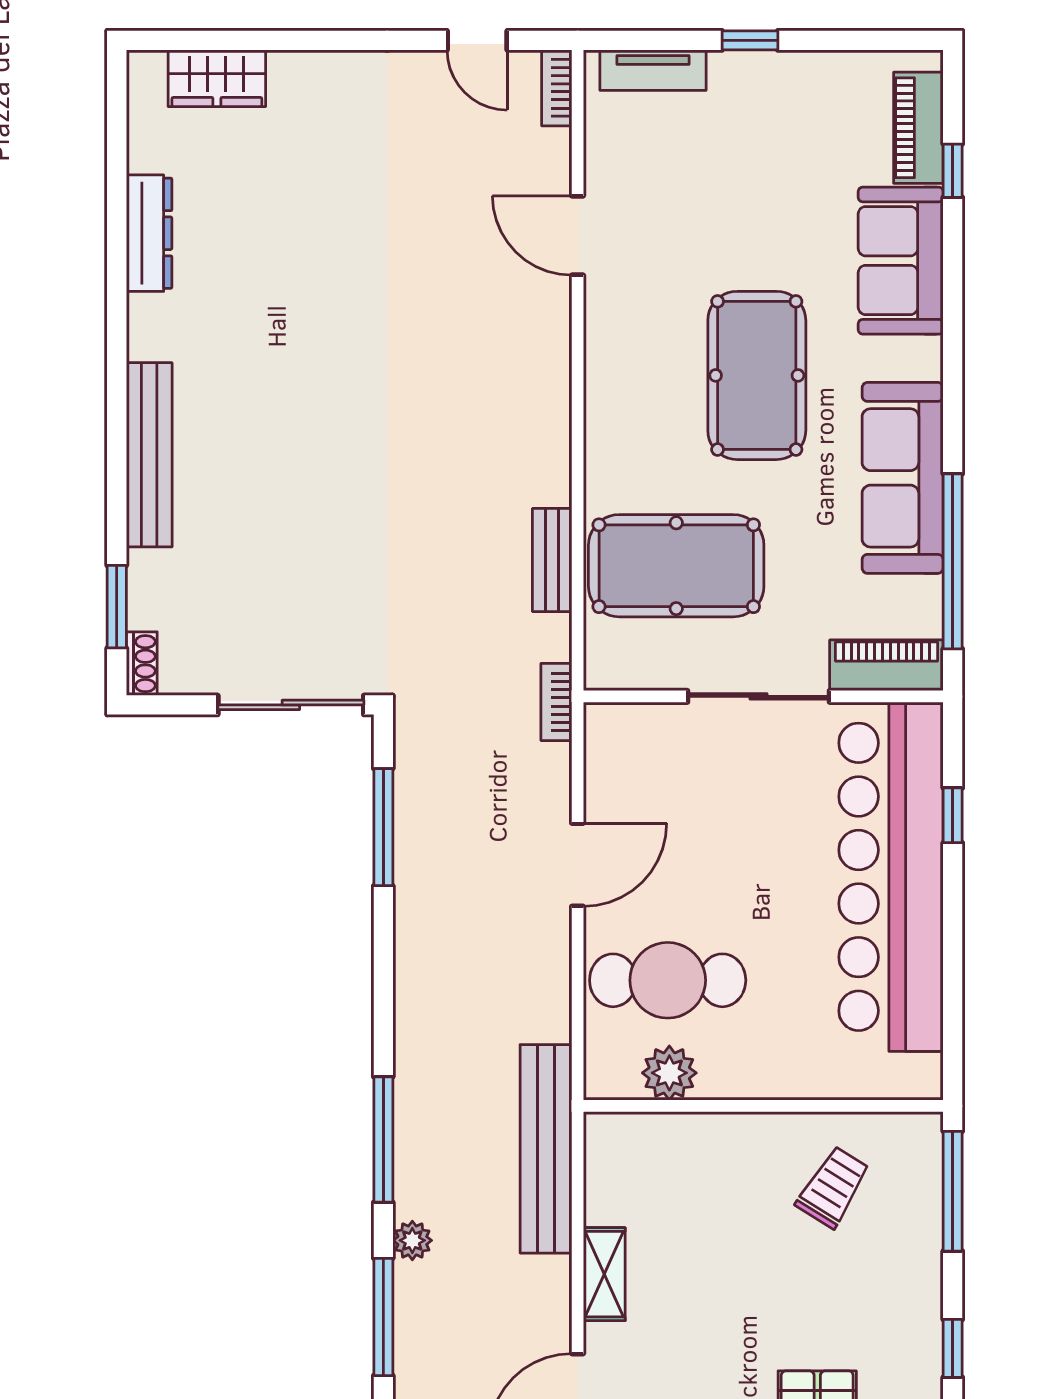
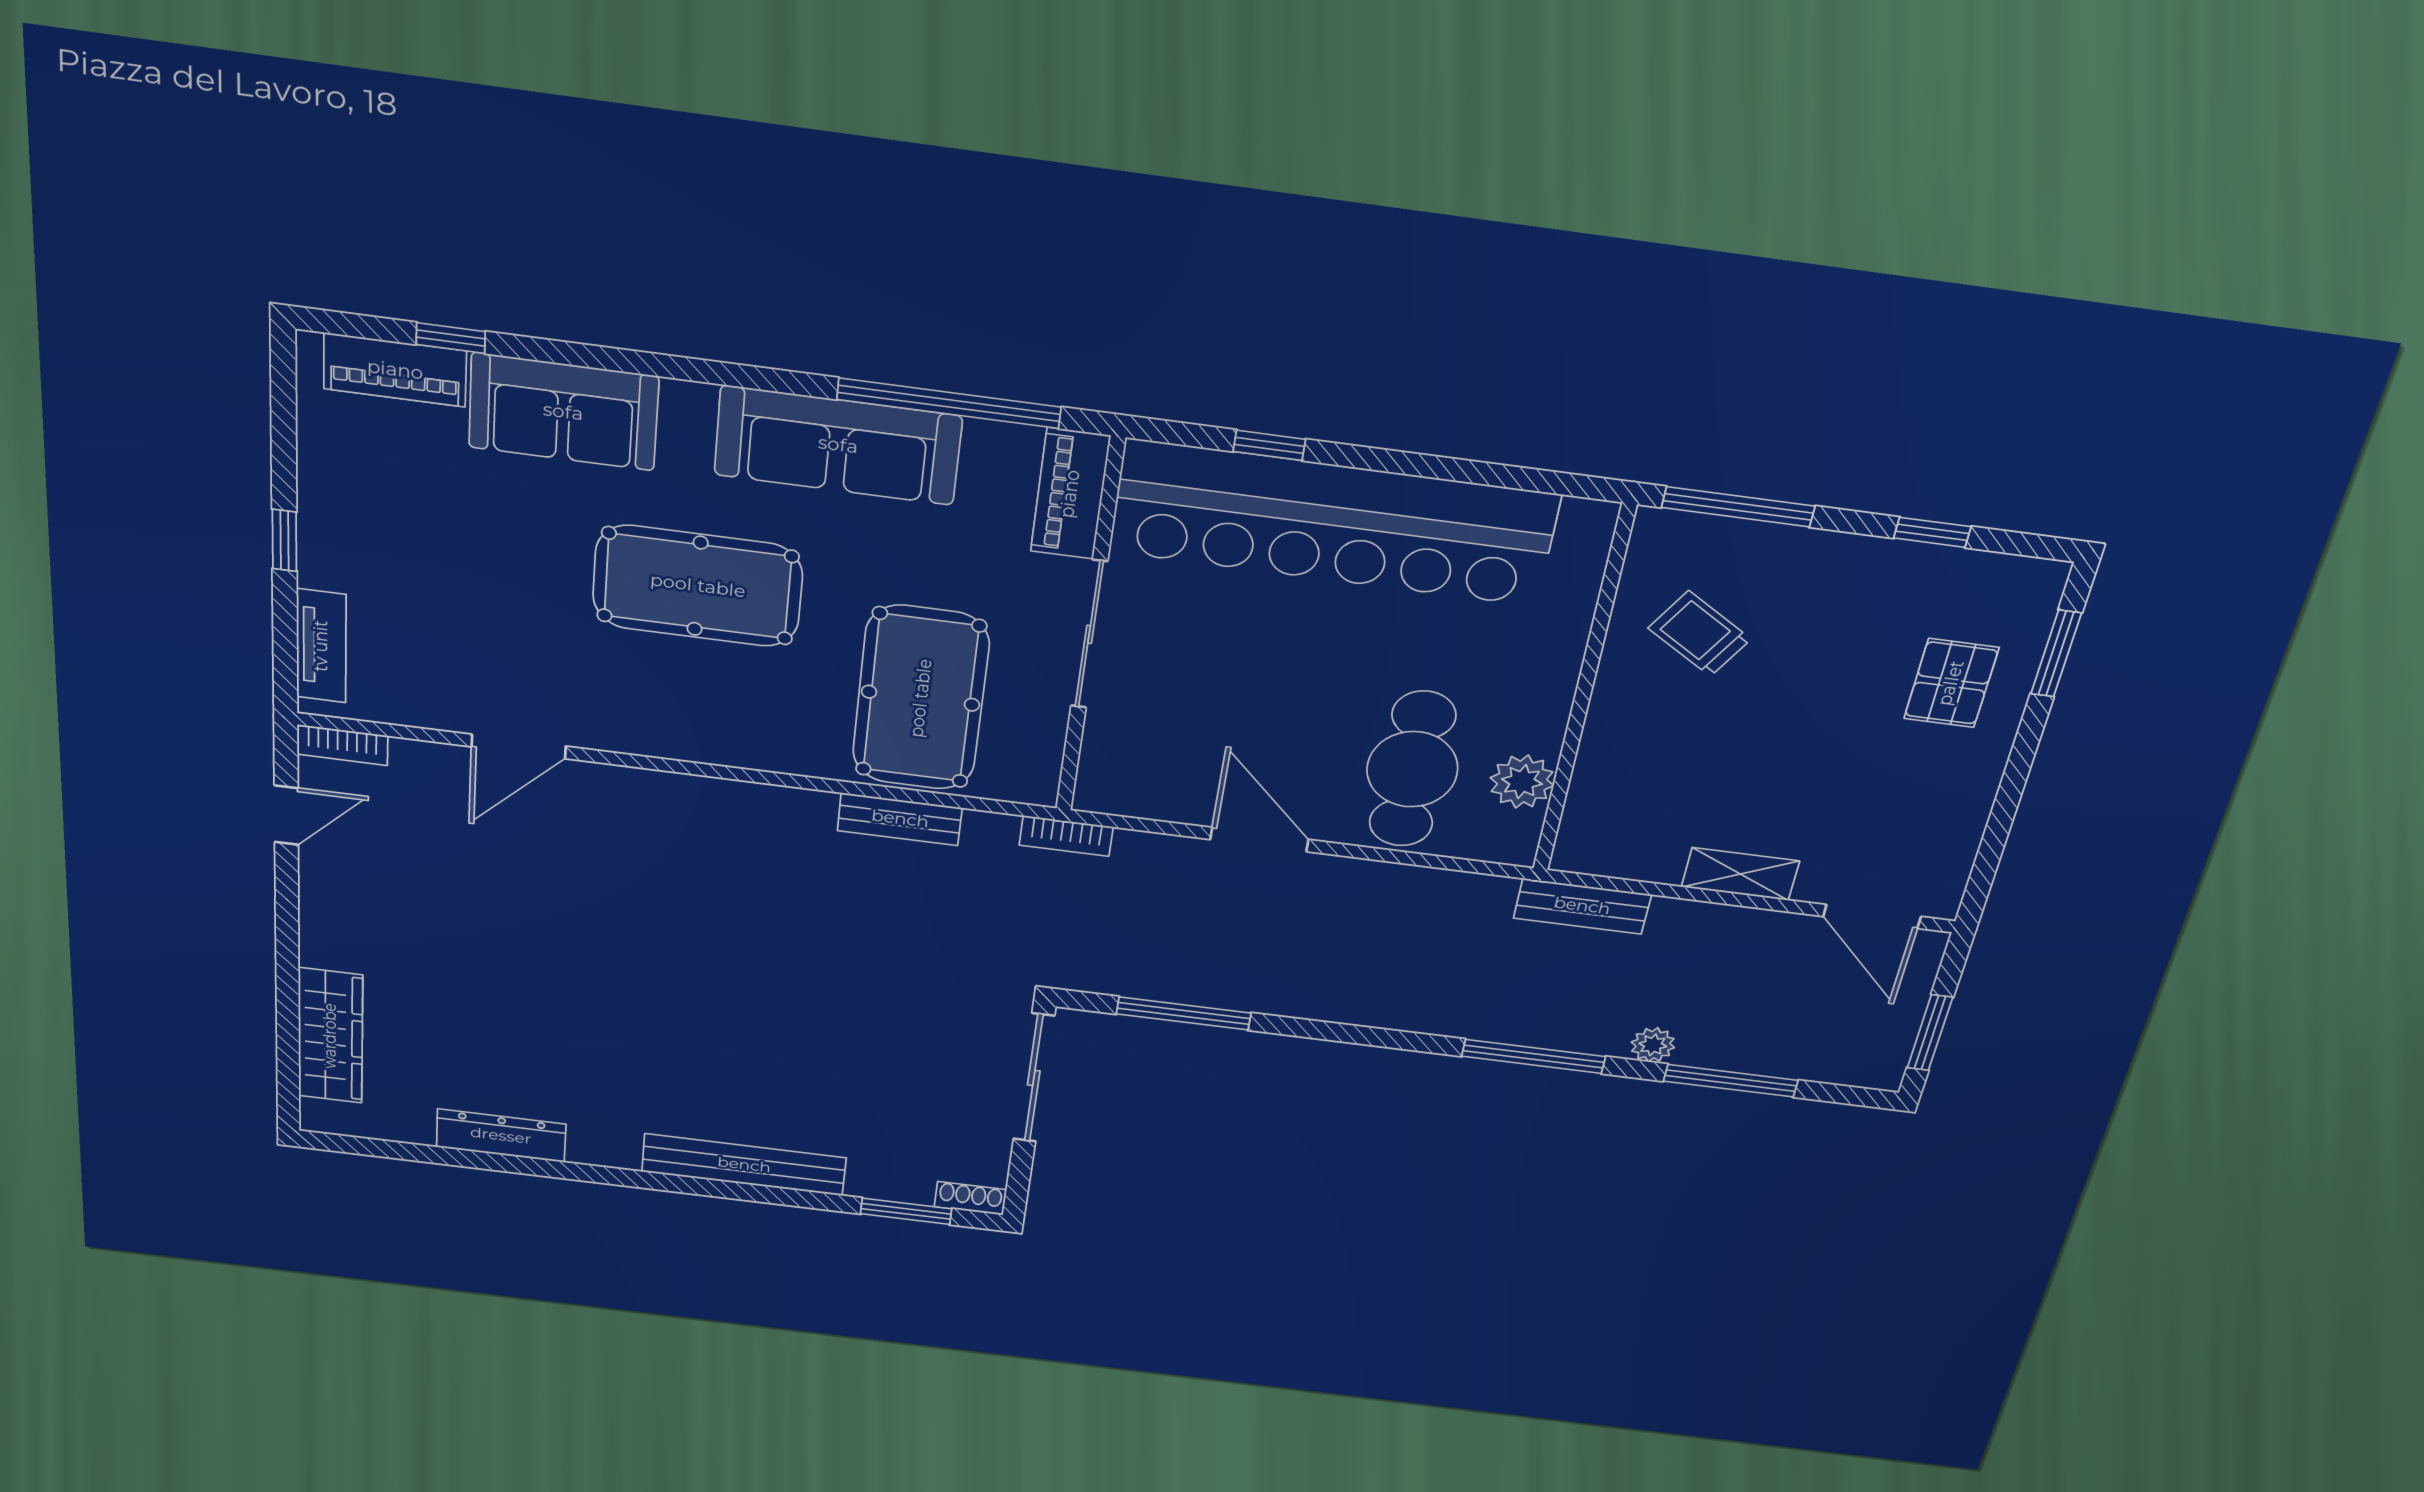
wardrobe: (217, 78) -> (330, 1036), width x1.50
bench: (546, 1149) -> (1582, 906), width x0.54, depth x0.82

